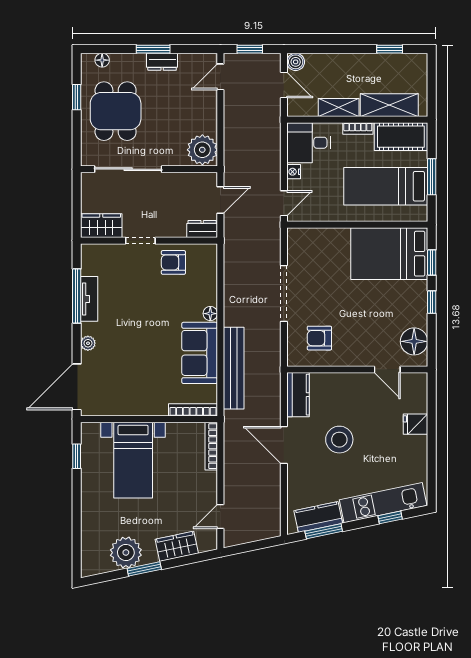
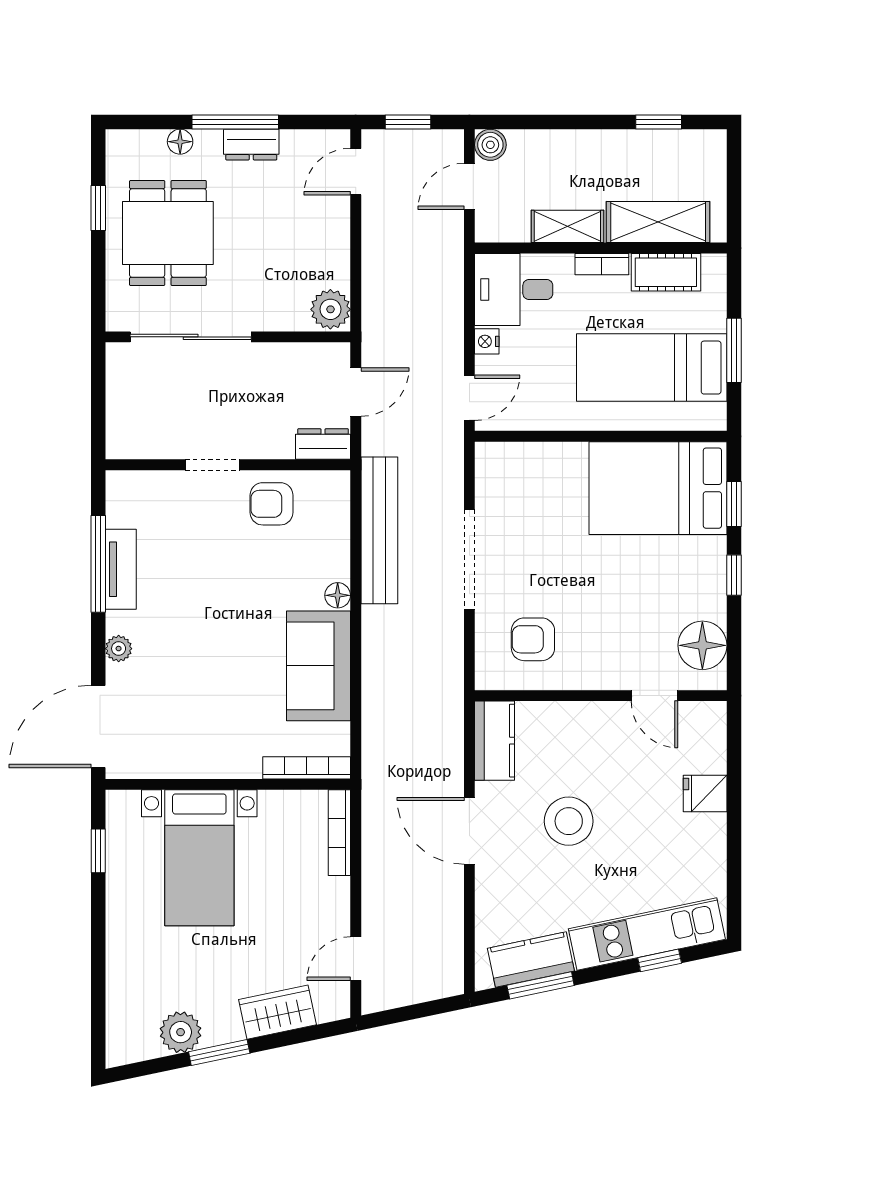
window: (153, 49) -> (235, 122), width x1.44
floor lamp: (102, 60) -> (180, 142), moved
door: (284, 85) -> (469, 186), swing flipped
cot: (401, 137) -> (666, 272), width x0.73, depth x0.75
plant: (202, 150) -> (330, 309), width x0.73, depth x0.73
wardrobe: (101, 226) -> (142, 438), removed
bench: (234, 368) -> (379, 530), moved
plant: (126, 552) -> (181, 1032), width x0.73, depth x0.73

